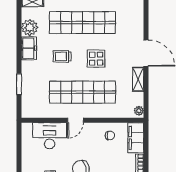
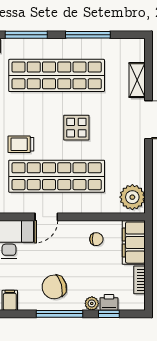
trolley: (62, 56) -> (21, 144), moved
shelving: (138, 79) -> (137, 80), moved
plant: (139, 111) -> (132, 197), width x1.88, depth x1.88

